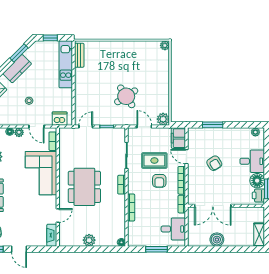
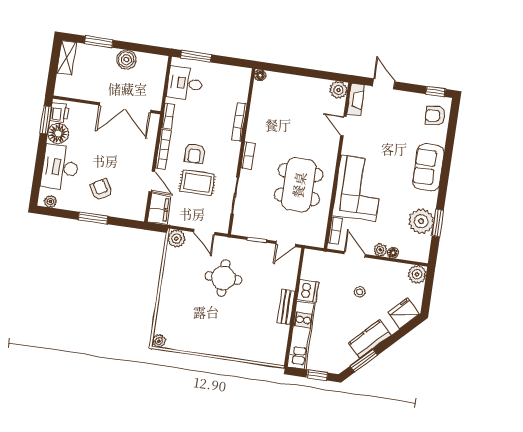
bench: (79, 55) -> (286, 307), moved
round table: (126, 96) -> (223, 278), turned 33
dishwasher: (60, 119) -> (308, 291), moved, turned -90
window: (213, 125) -> (93, 218), moved
desk: (252, 161) -> (60, 167), width x1.37
armchair: (214, 163) -> (101, 190), moved
armchair: (159, 181) -> (195, 153), turned 180
dining table: (84, 187) -> (299, 185), moved
double door: (213, 206) -> (125, 108), swing flipped
door: (58, 215) -> (343, 126), hinge flipped
plant: (89, 240) -> (338, 90), moved
door: (19, 249) -> (384, 84), moved
window: (156, 249) -> (196, 56), moved
window: (238, 249) -> (99, 42), added

